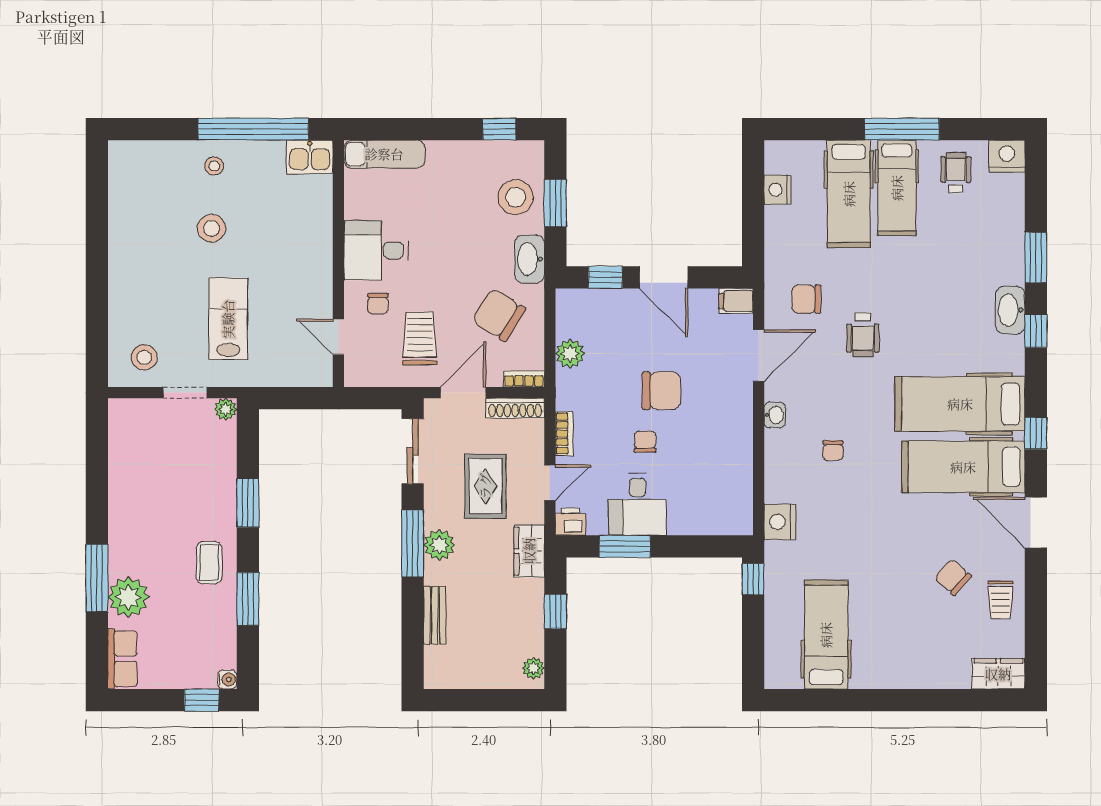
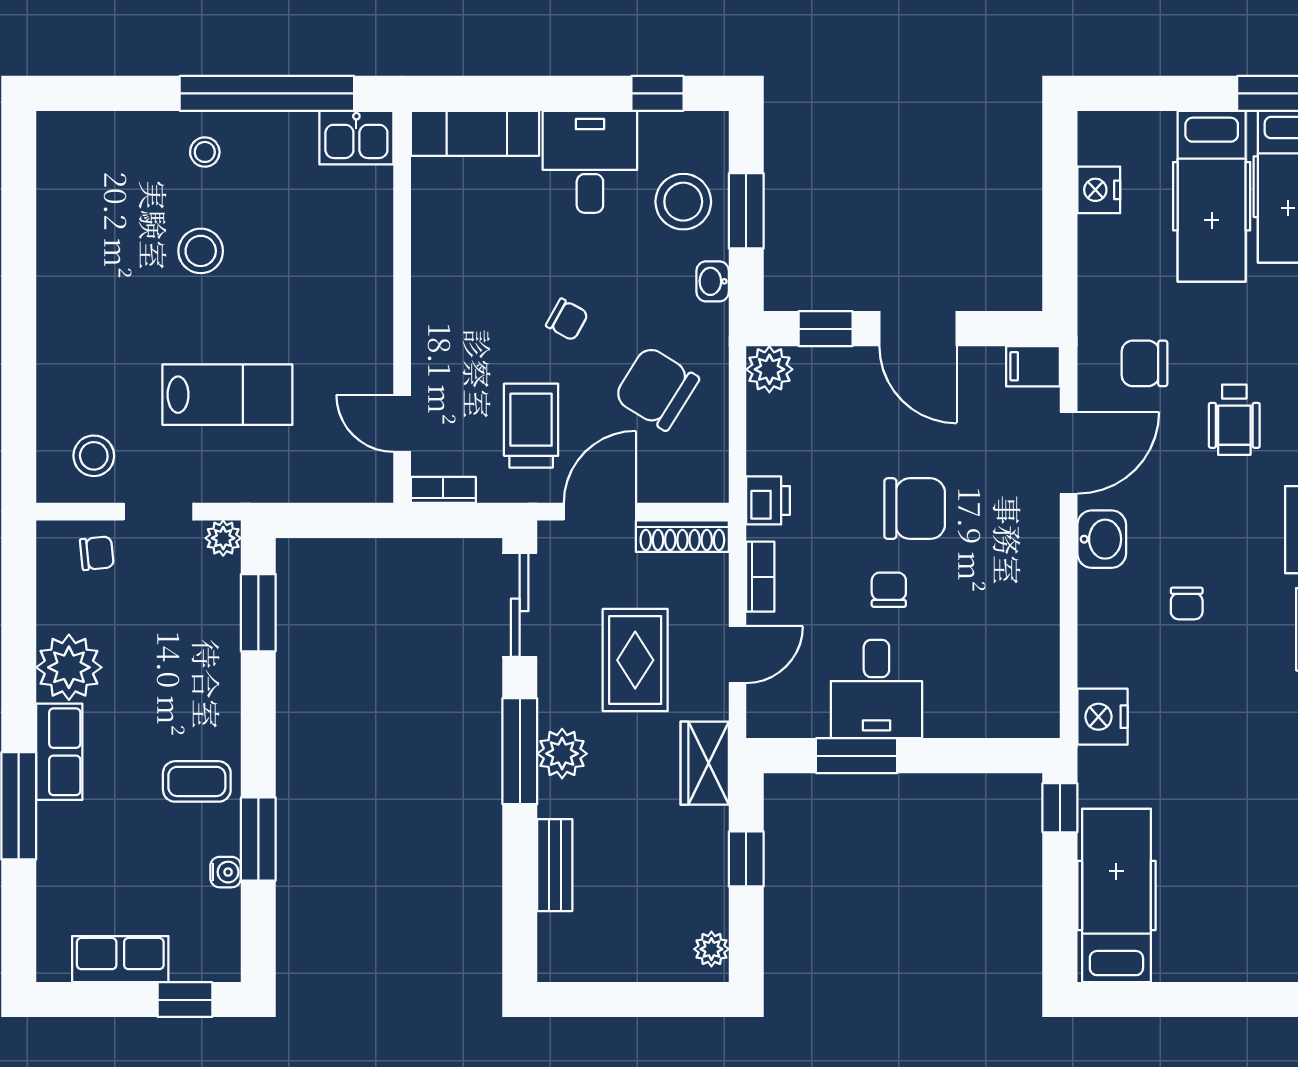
desk: (376, 250) -> (590, 162), moved, turned 90
washbasin: (530, 259) -> (713, 281), width x0.52, depth x0.69
chair: (378, 303) -> (567, 320), moved, turned -61
lab bench: (228, 319) -> (227, 395), turned 90
plant: (570, 354) -> (769, 369), moved
bookcase: (524, 379) -> (443, 490), moved
washbasin: (775, 415) -> (1102, 539), width x1.38, depth x1.45
chair: (146, 419) -> (97, 553), added
window: (248, 503) -> (258, 613), moved
printer: (571, 522) -> (768, 500), moved, turned 90
row of seats: (122, 544) -> (59, 752), added
coffee table: (209, 563) -> (197, 781), turned 90
plant: (129, 597) -> (69, 667), moved
hospital bed: (826, 635) -> (1116, 895), moved
row of seats: (122, 659) -> (120, 959), moved, turned -90
water cooler: (227, 679) -> (226, 872), moved

